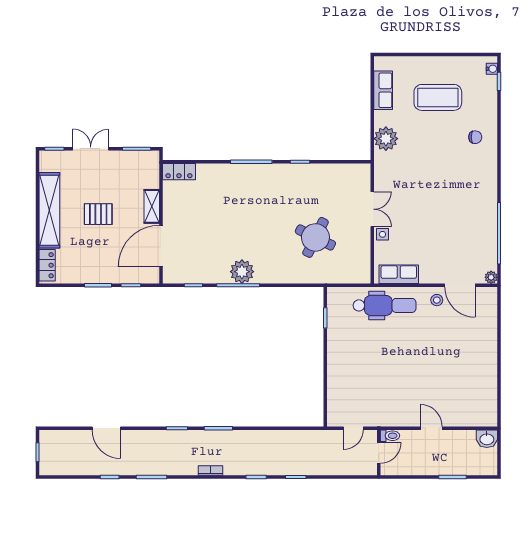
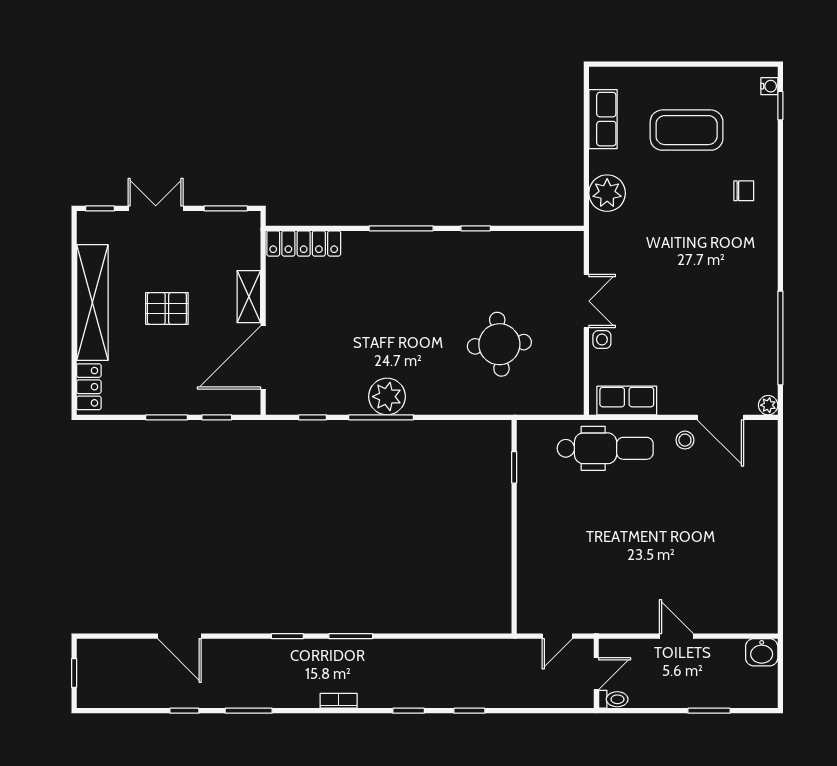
locker: (179, 172) -> (304, 243), width x1.53
round table: (315, 237) -> (499, 344), turned -31
toilet: (390, 436) -> (613, 699), moved

